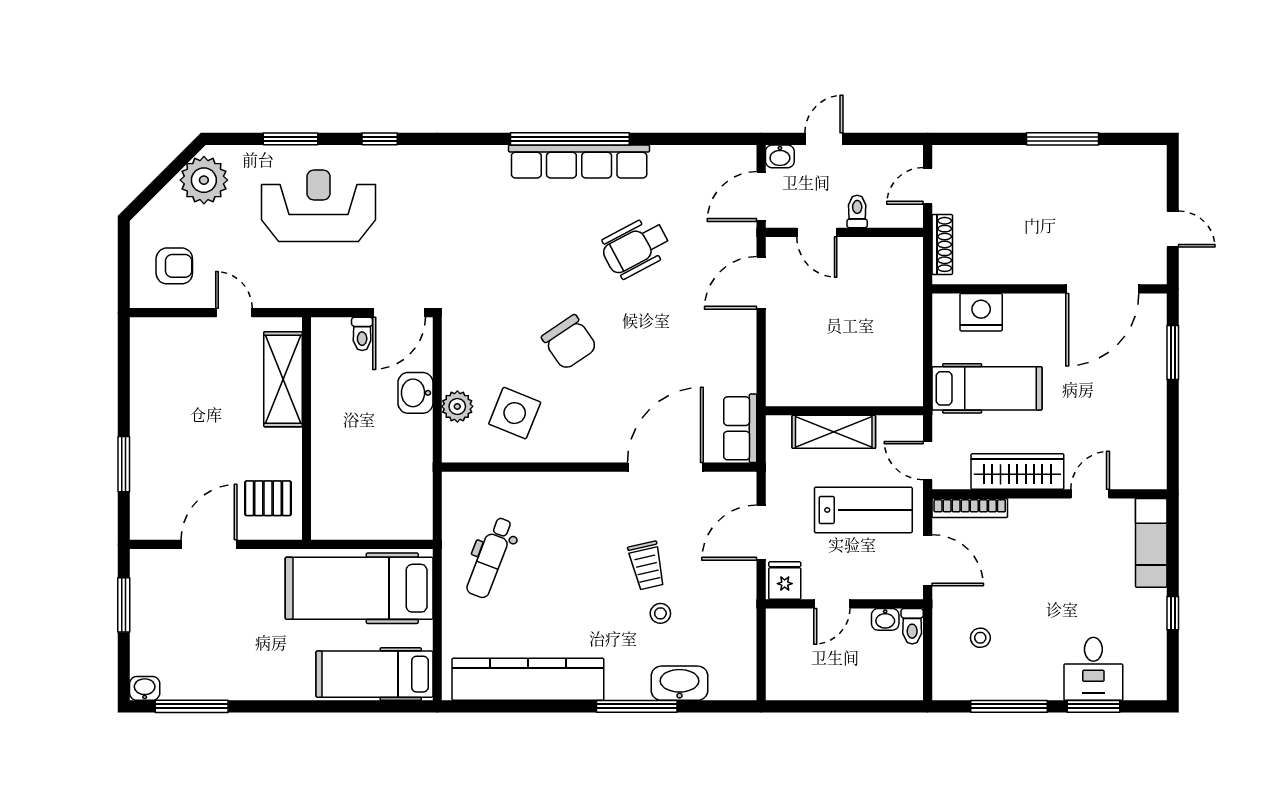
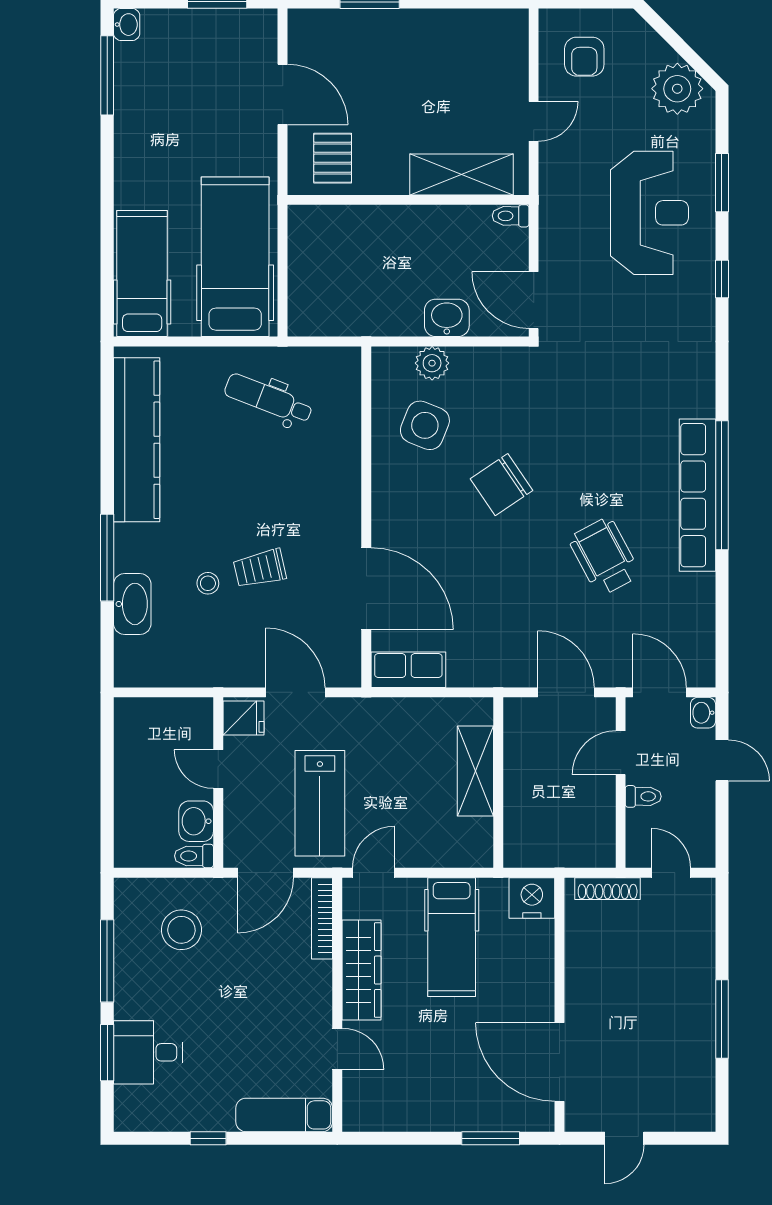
nightstand: (981, 312) -> (532, 898), moved, turned -90
toilet: (362, 334) -> (511, 216), moved
wall: (844, 411) -> (498, 783), moved
shelving: (834, 432) -> (475, 771), moved
washbasin: (885, 619) -> (196, 821), width x1.38, depth x1.45
stool: (980, 638) -> (181, 930), width x1.89, depth x1.89

